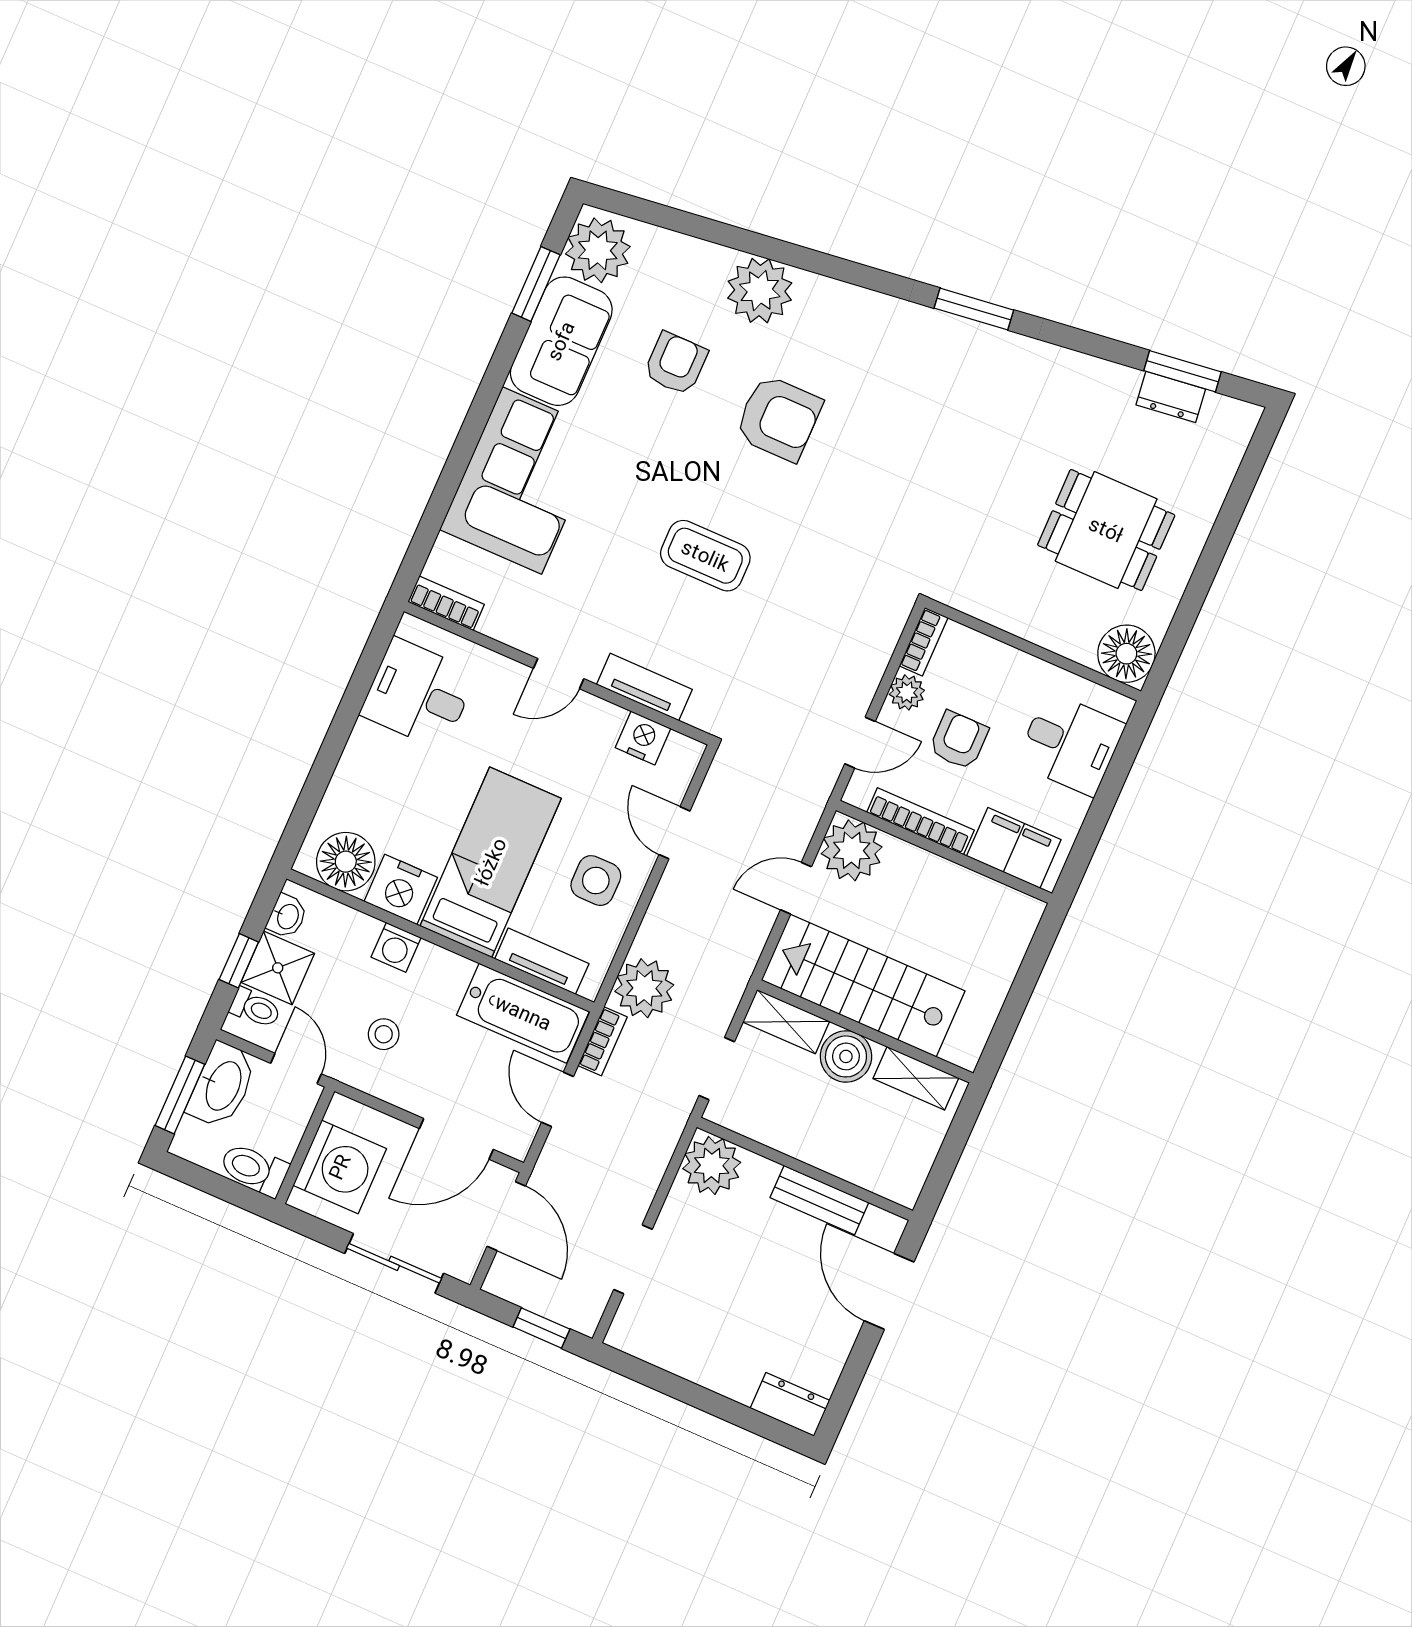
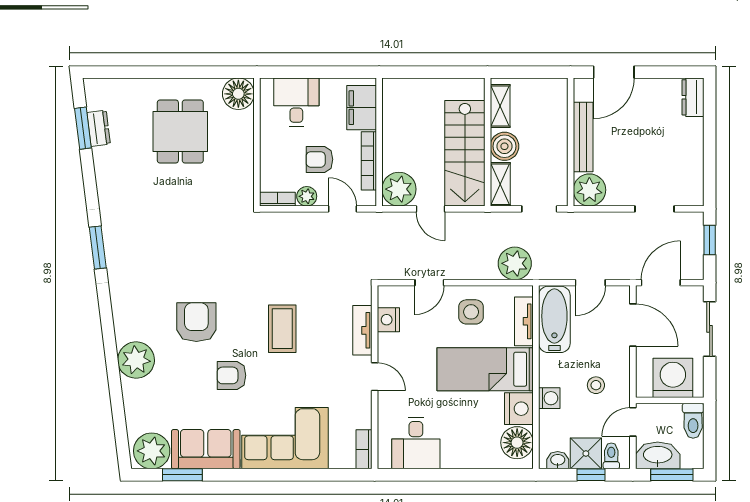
armchair: (676, 363) -> (232, 375), moved
bookcase: (603, 1041) -> (551, 273), removed
bench: (819, 1200) -> (583, 137), width x1.36

